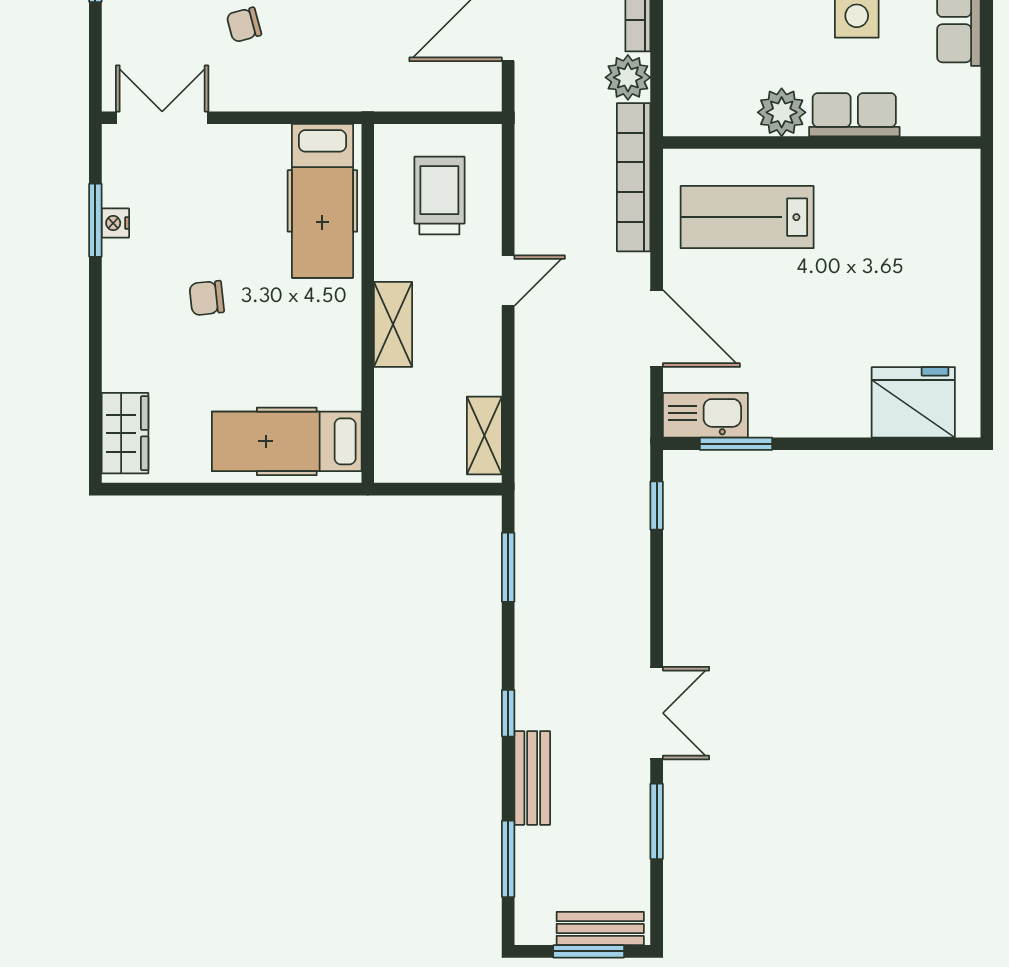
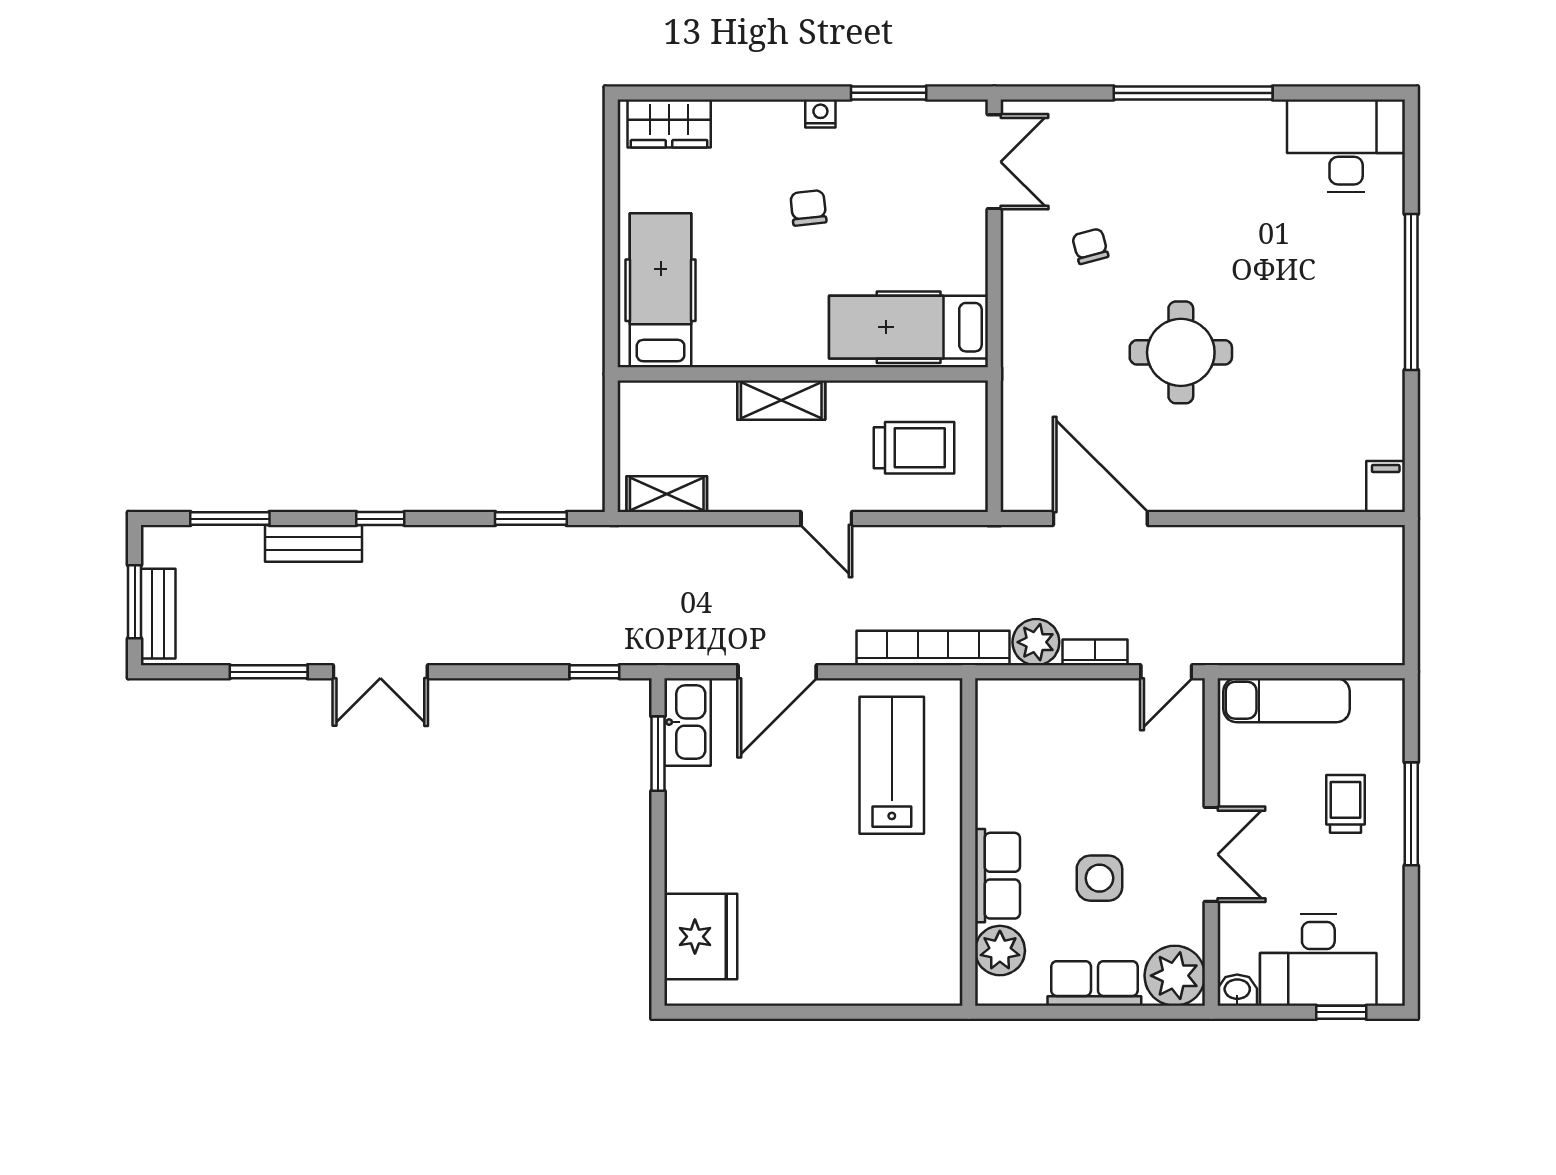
plant: (782, 112) -> (1000, 951), moved
nightstand: (115, 223) -> (820, 114), moved

